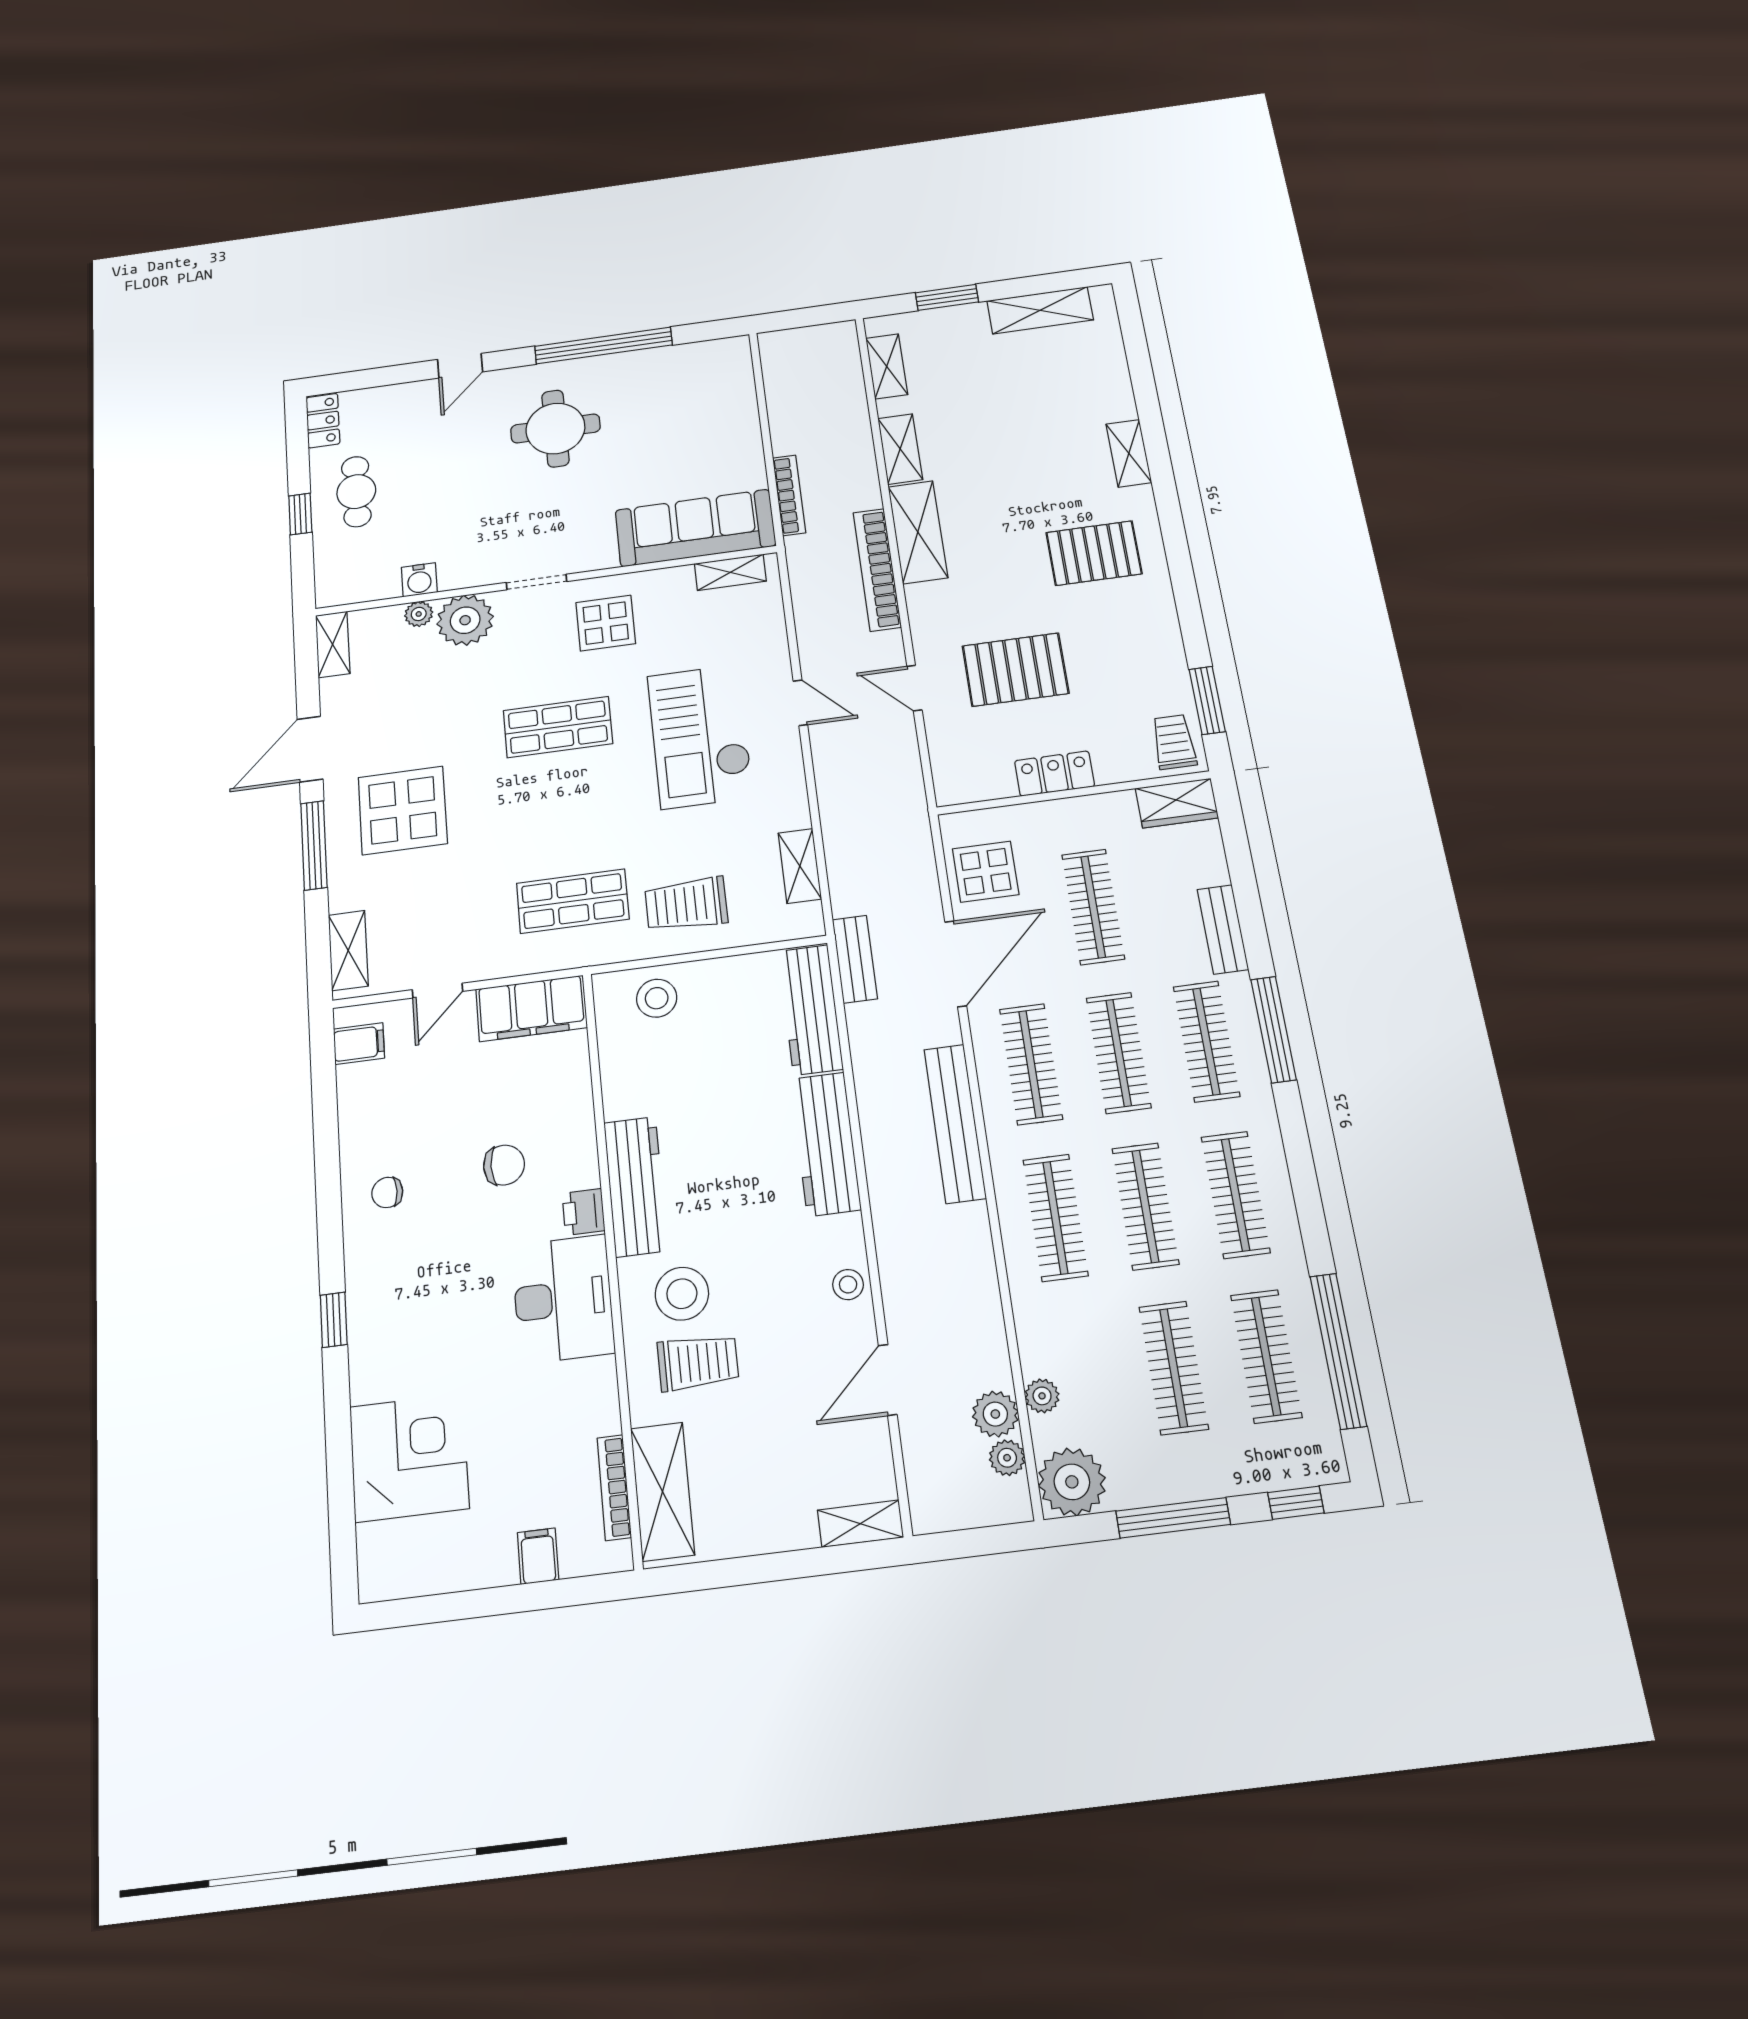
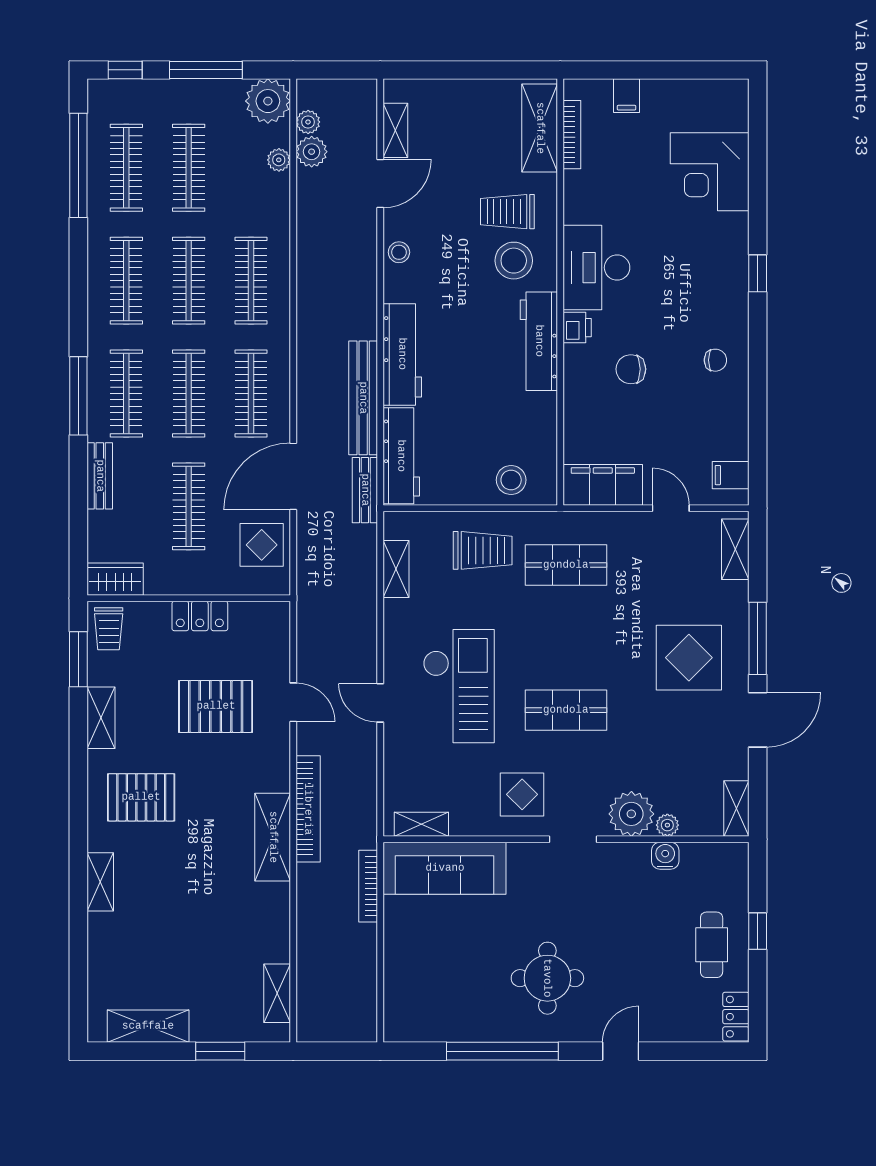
shelving: (900, 449) -> (101, 718), moved
door: (437, 991) -> (671, 508), hinge flipped
bench: (955, 1123) -> (363, 398), moved
shelving: (860, 1524) -> (395, 130), moved, turned 90

